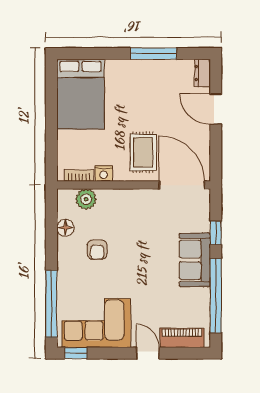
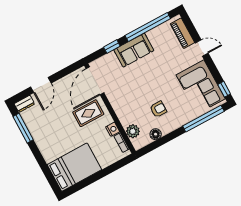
window: (153, 54) -> (23, 128), moved
door: (148, 353) -> (202, 48), swing flipped

